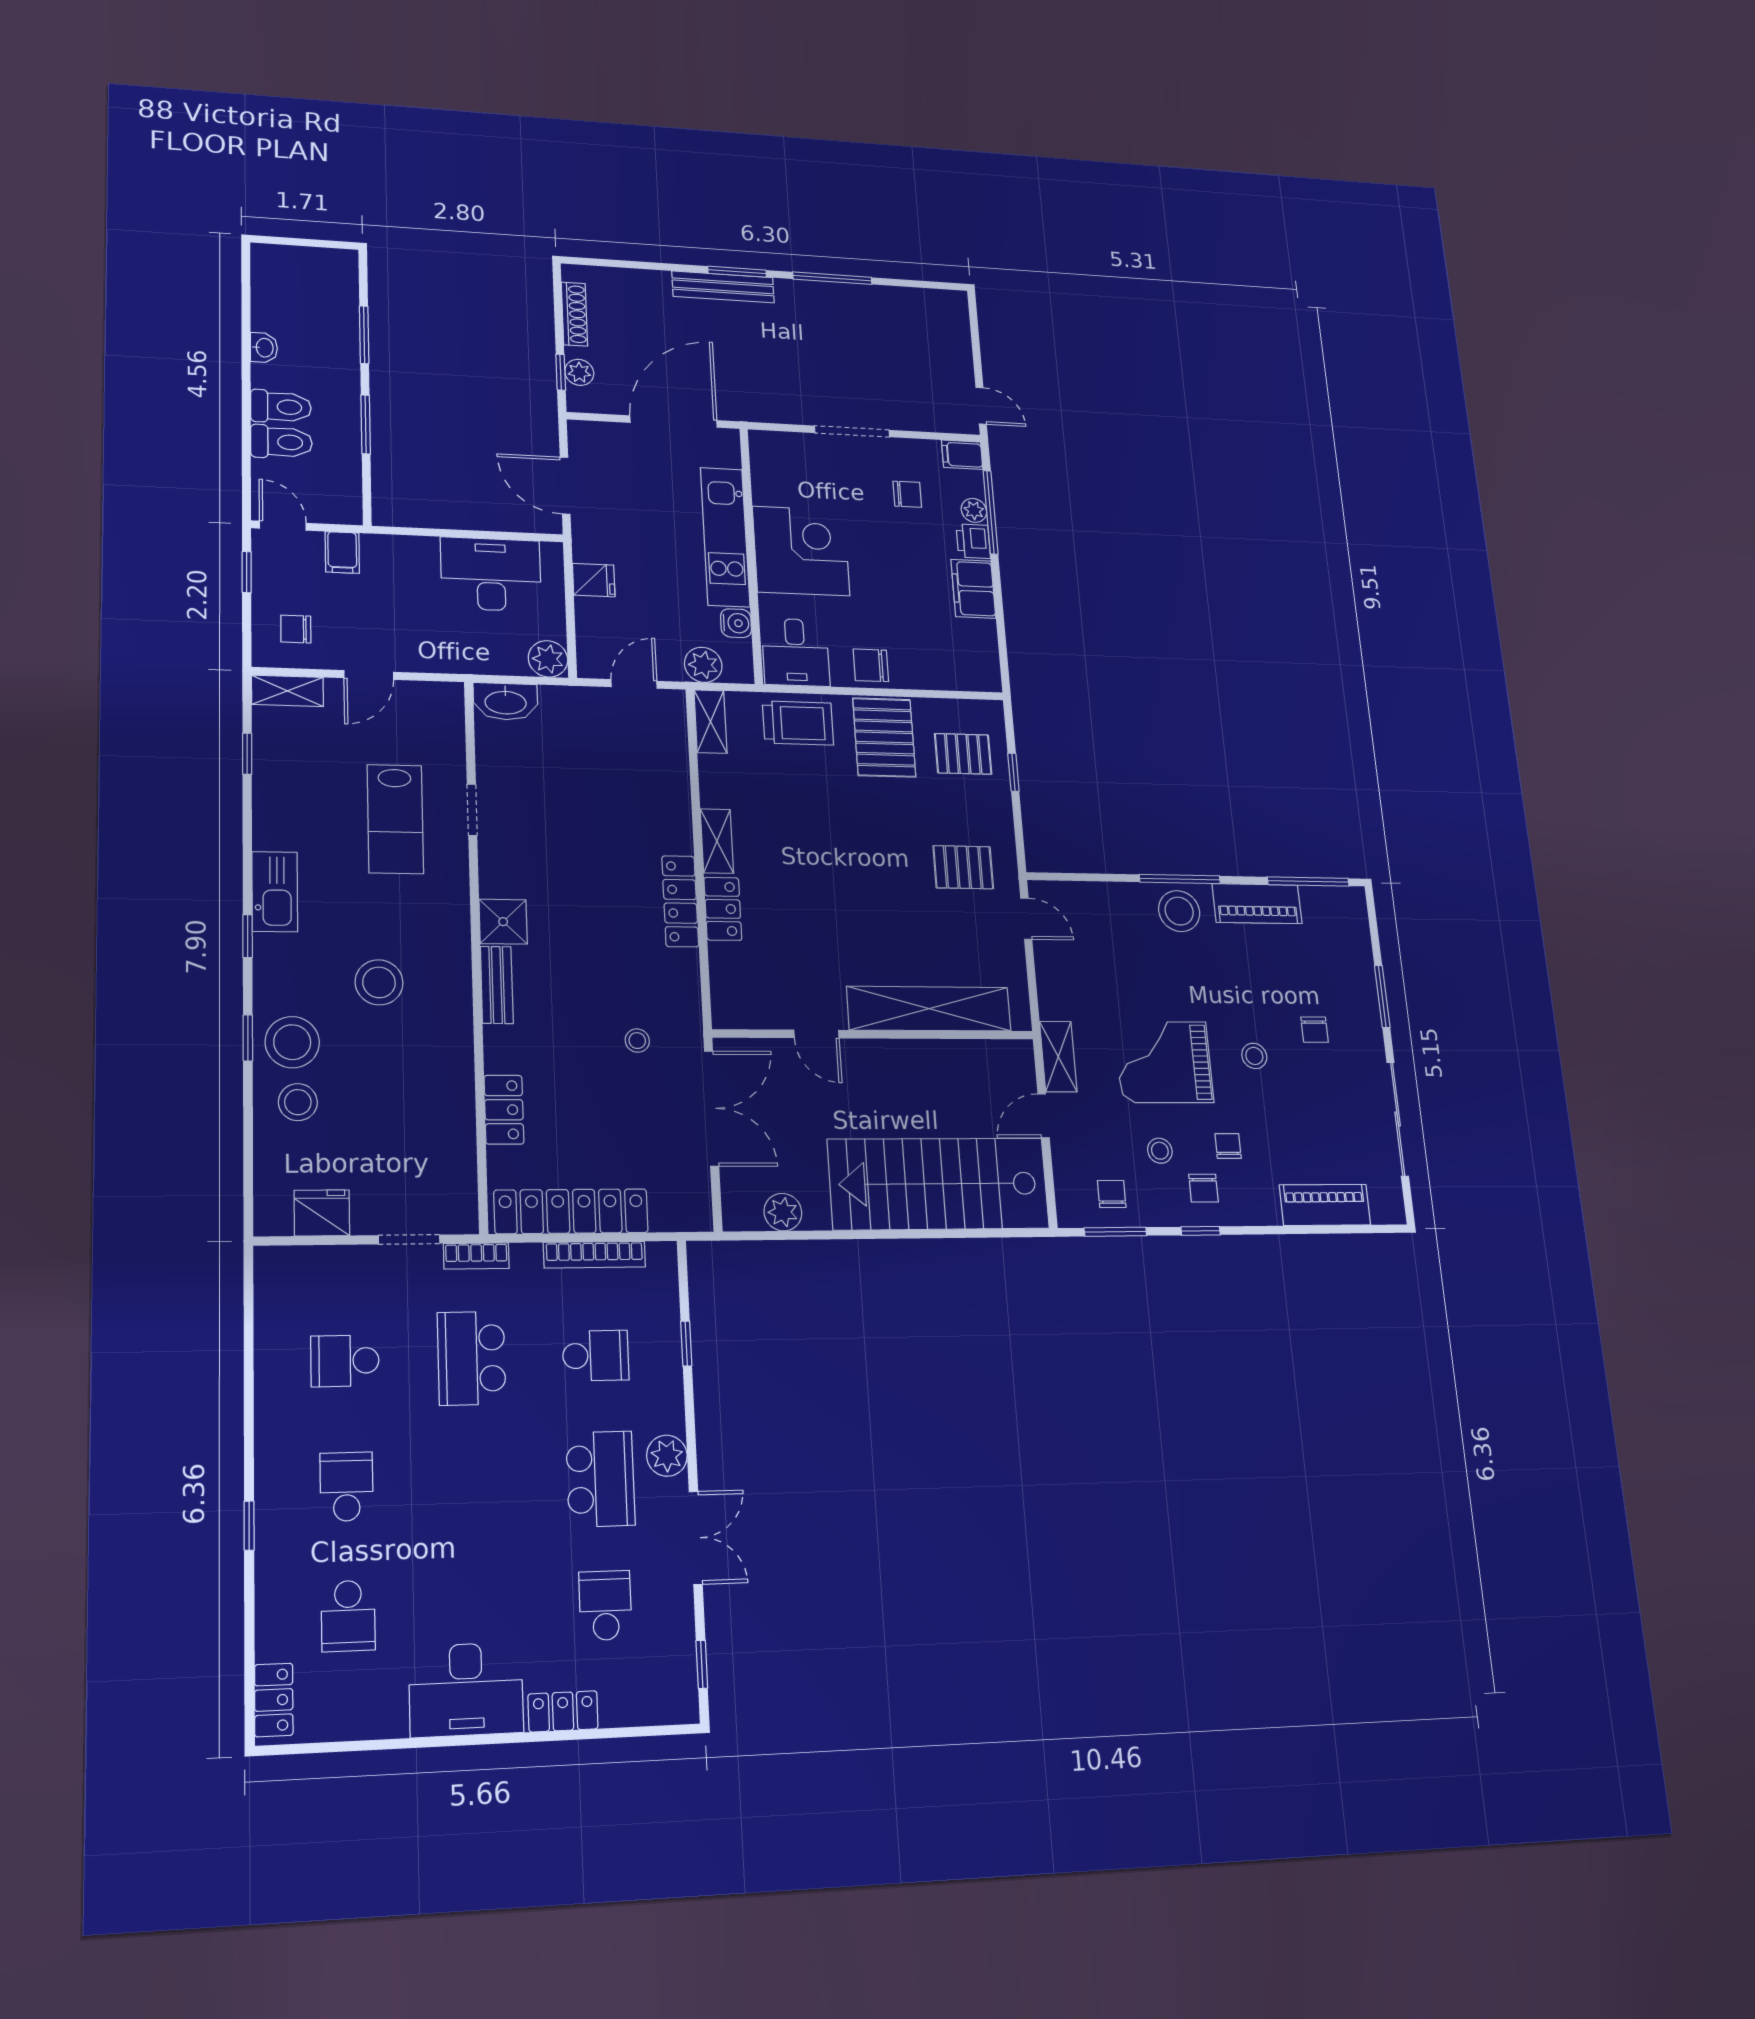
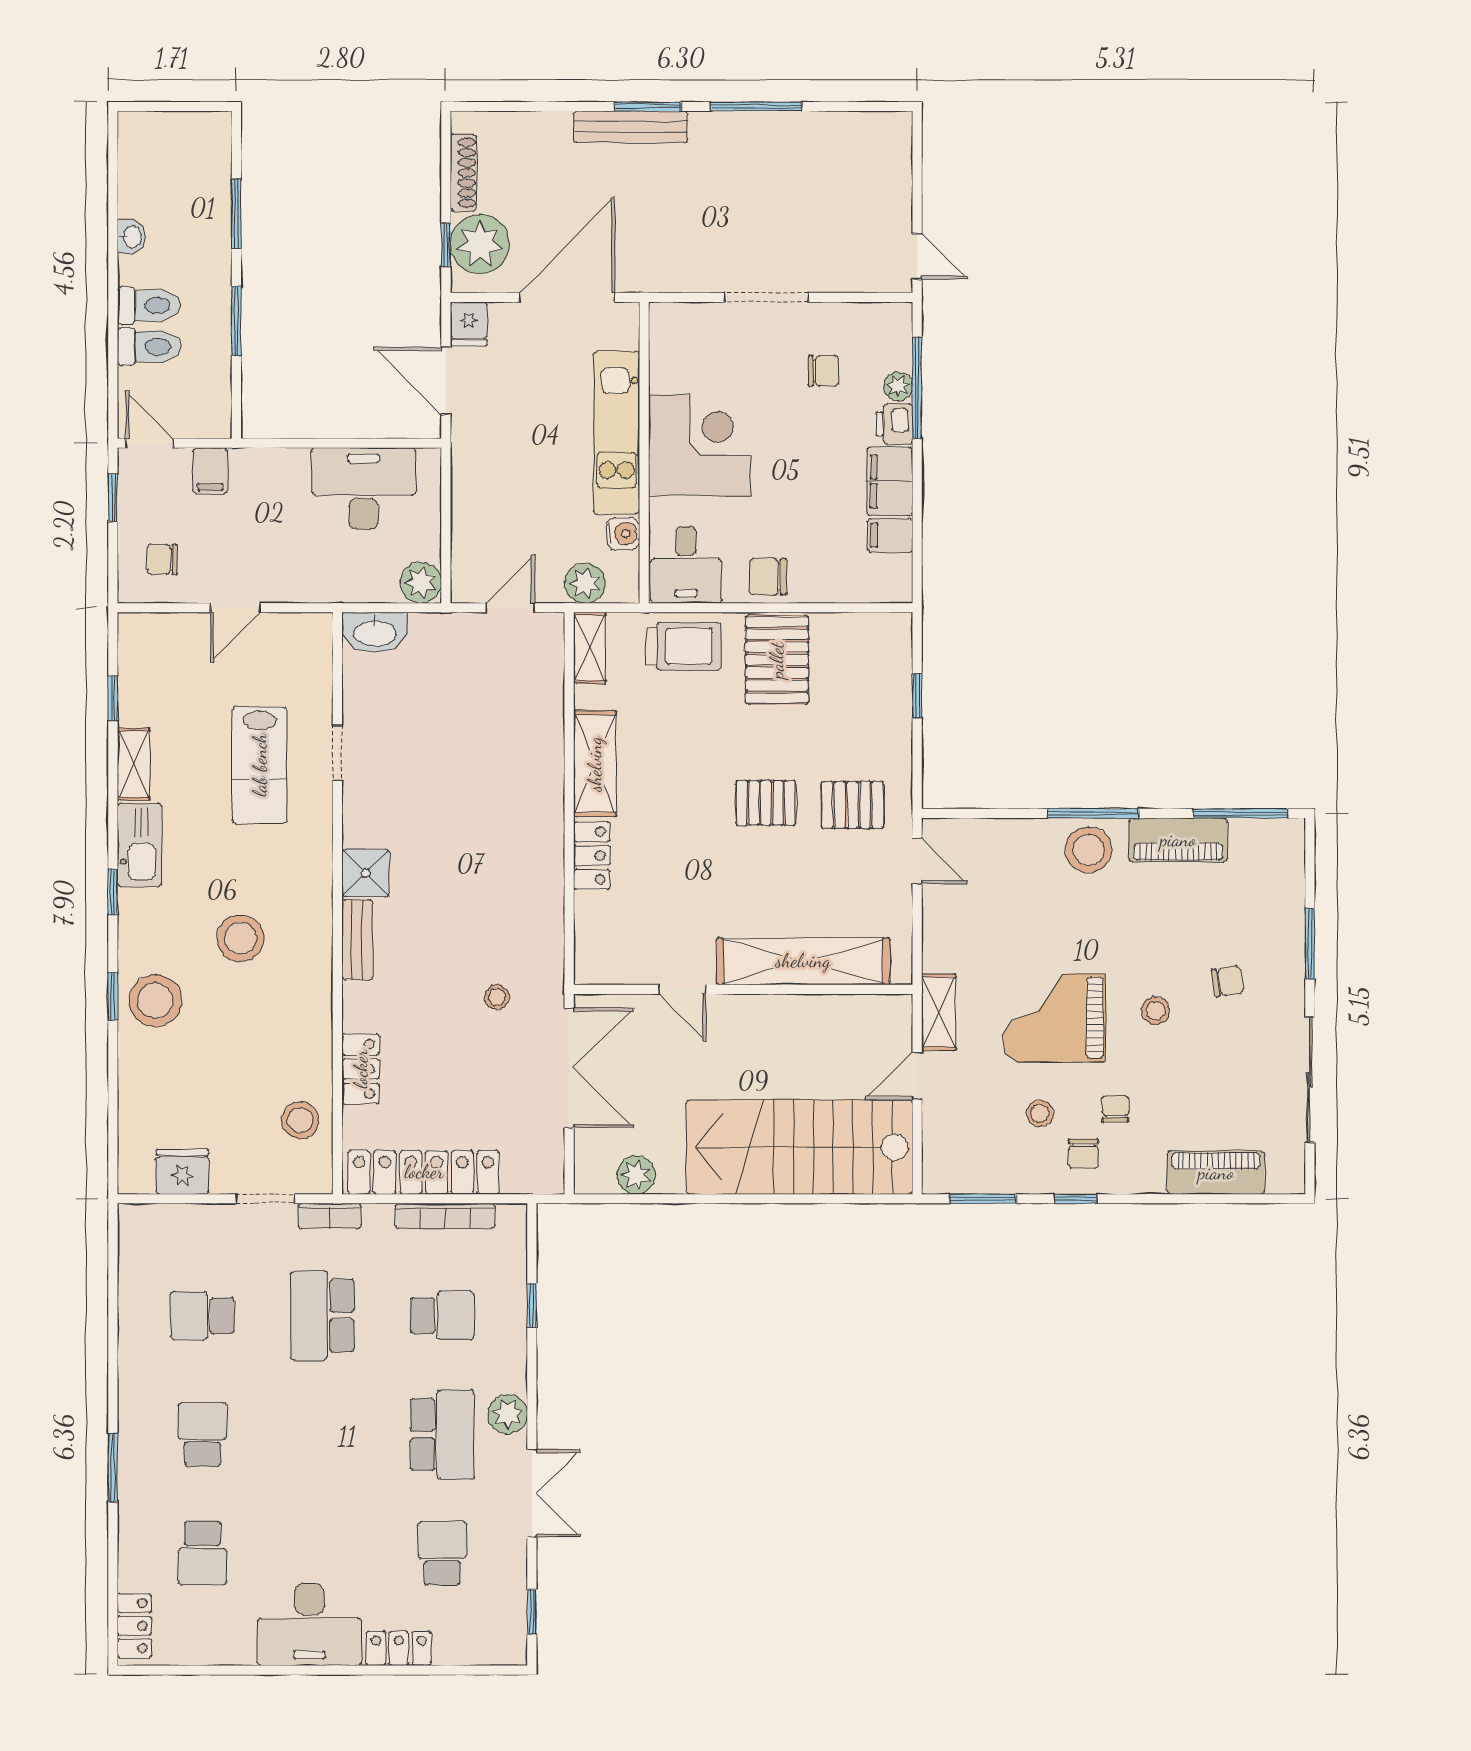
plant: (579, 372) -> (480, 244), width x1.87, depth x1.87
filing cabinet: (962, 455) -> (890, 535), moved
fridge: (594, 580) -> (469, 324), moved, turned 90
shelving: (287, 691) -> (134, 764), moved, turned 90
pallet: (963, 754) -> (766, 803), moved
shelving: (717, 841) -> (595, 764), width x1.50, depth x1.33
locker: (680, 901) -> (548, 848), removed
chair: (1315, 1030) -> (1227, 981), turned -99
stool: (298, 1102) -> (300, 1120), moved
chair: (1112, 1194) -> (983, 1159), removed
window: (249, 1526) -> (113, 1468), width x1.50

